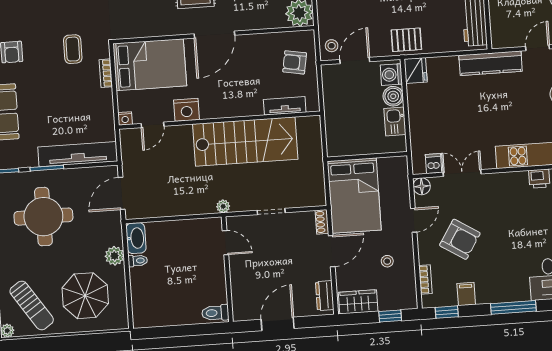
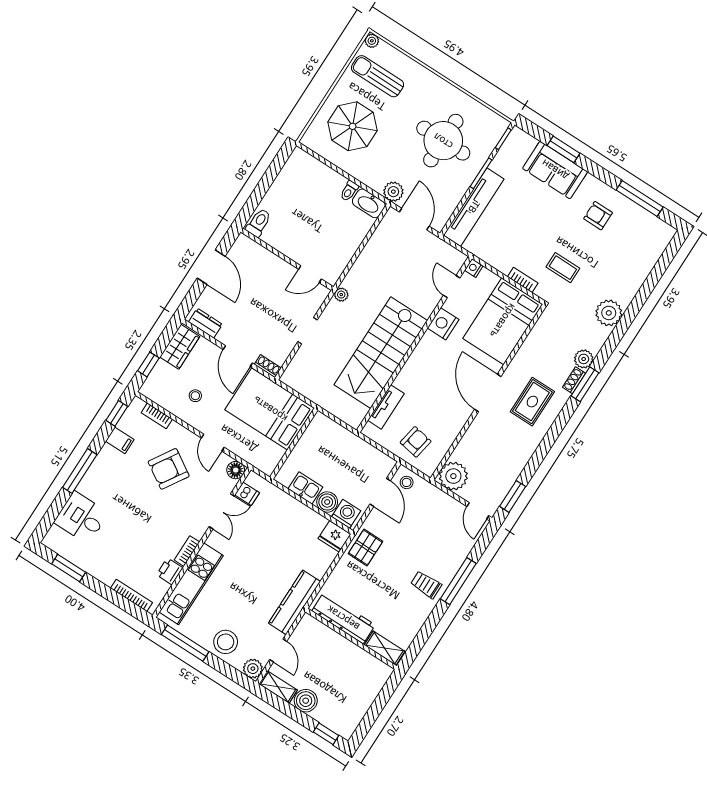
bookcase: (513, 177) -> (187, 551), added
plant: (115, 256) -> (393, 192), moved
sun lounger: (32, 305) -> (377, 76), turned 34

